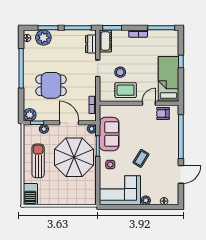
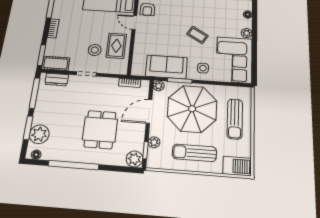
sun lounger: (68, 192) -> (235, 119), added

